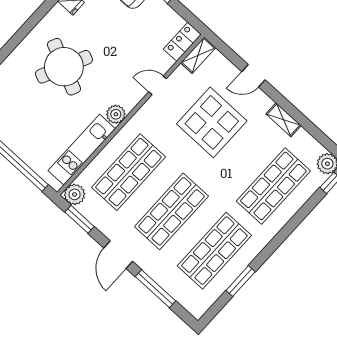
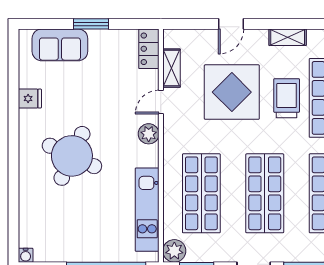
shelving: (198, 55) -> (172, 68), moved
plant: (116, 114) -> (149, 134), moved
trolley: (245, 160) -> (287, 98), added

